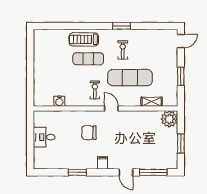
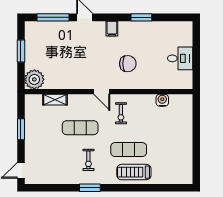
treadmill: (84, 39) -> (134, 172), turned 180
exercise mat: (130, 78) -> (80, 128), width x0.73, depth x0.69

